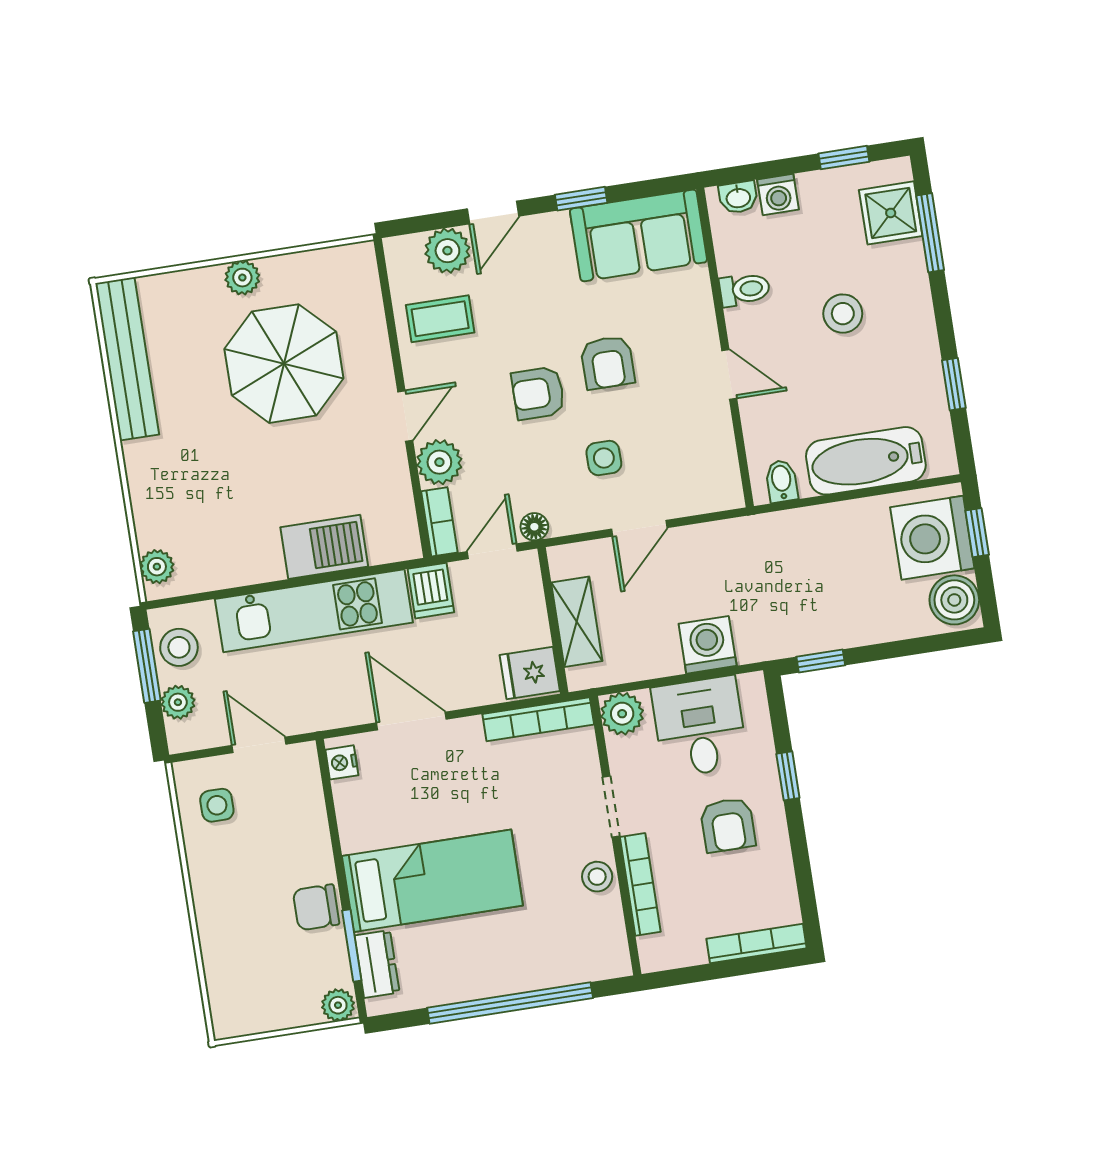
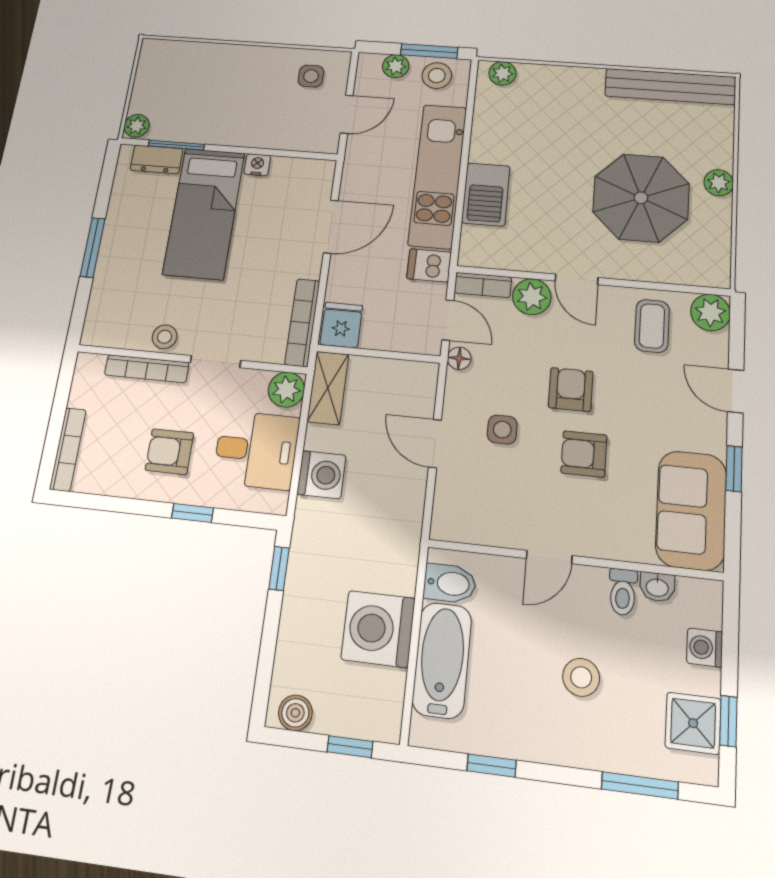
washbasin: (738, 197) -> (657, 587), moved, turned -90
shower: (891, 213) -> (693, 723), moved
plant: (447, 251) -> (710, 312), moved
bidet: (782, 481) -> (450, 583), width x1.38, depth x1.36
washing machine: (932, 538) -> (378, 629), moved, turned -90
boiler: (954, 600) -> (295, 713), width x0.73, depth x0.73
shelving: (577, 622) -> (328, 388), moved, turned 90
nightstand: (342, 762) -> (257, 165), moved
chair: (316, 907) -> (213, 127), removed
window: (510, 1003) -> (93, 247), width x0.47

